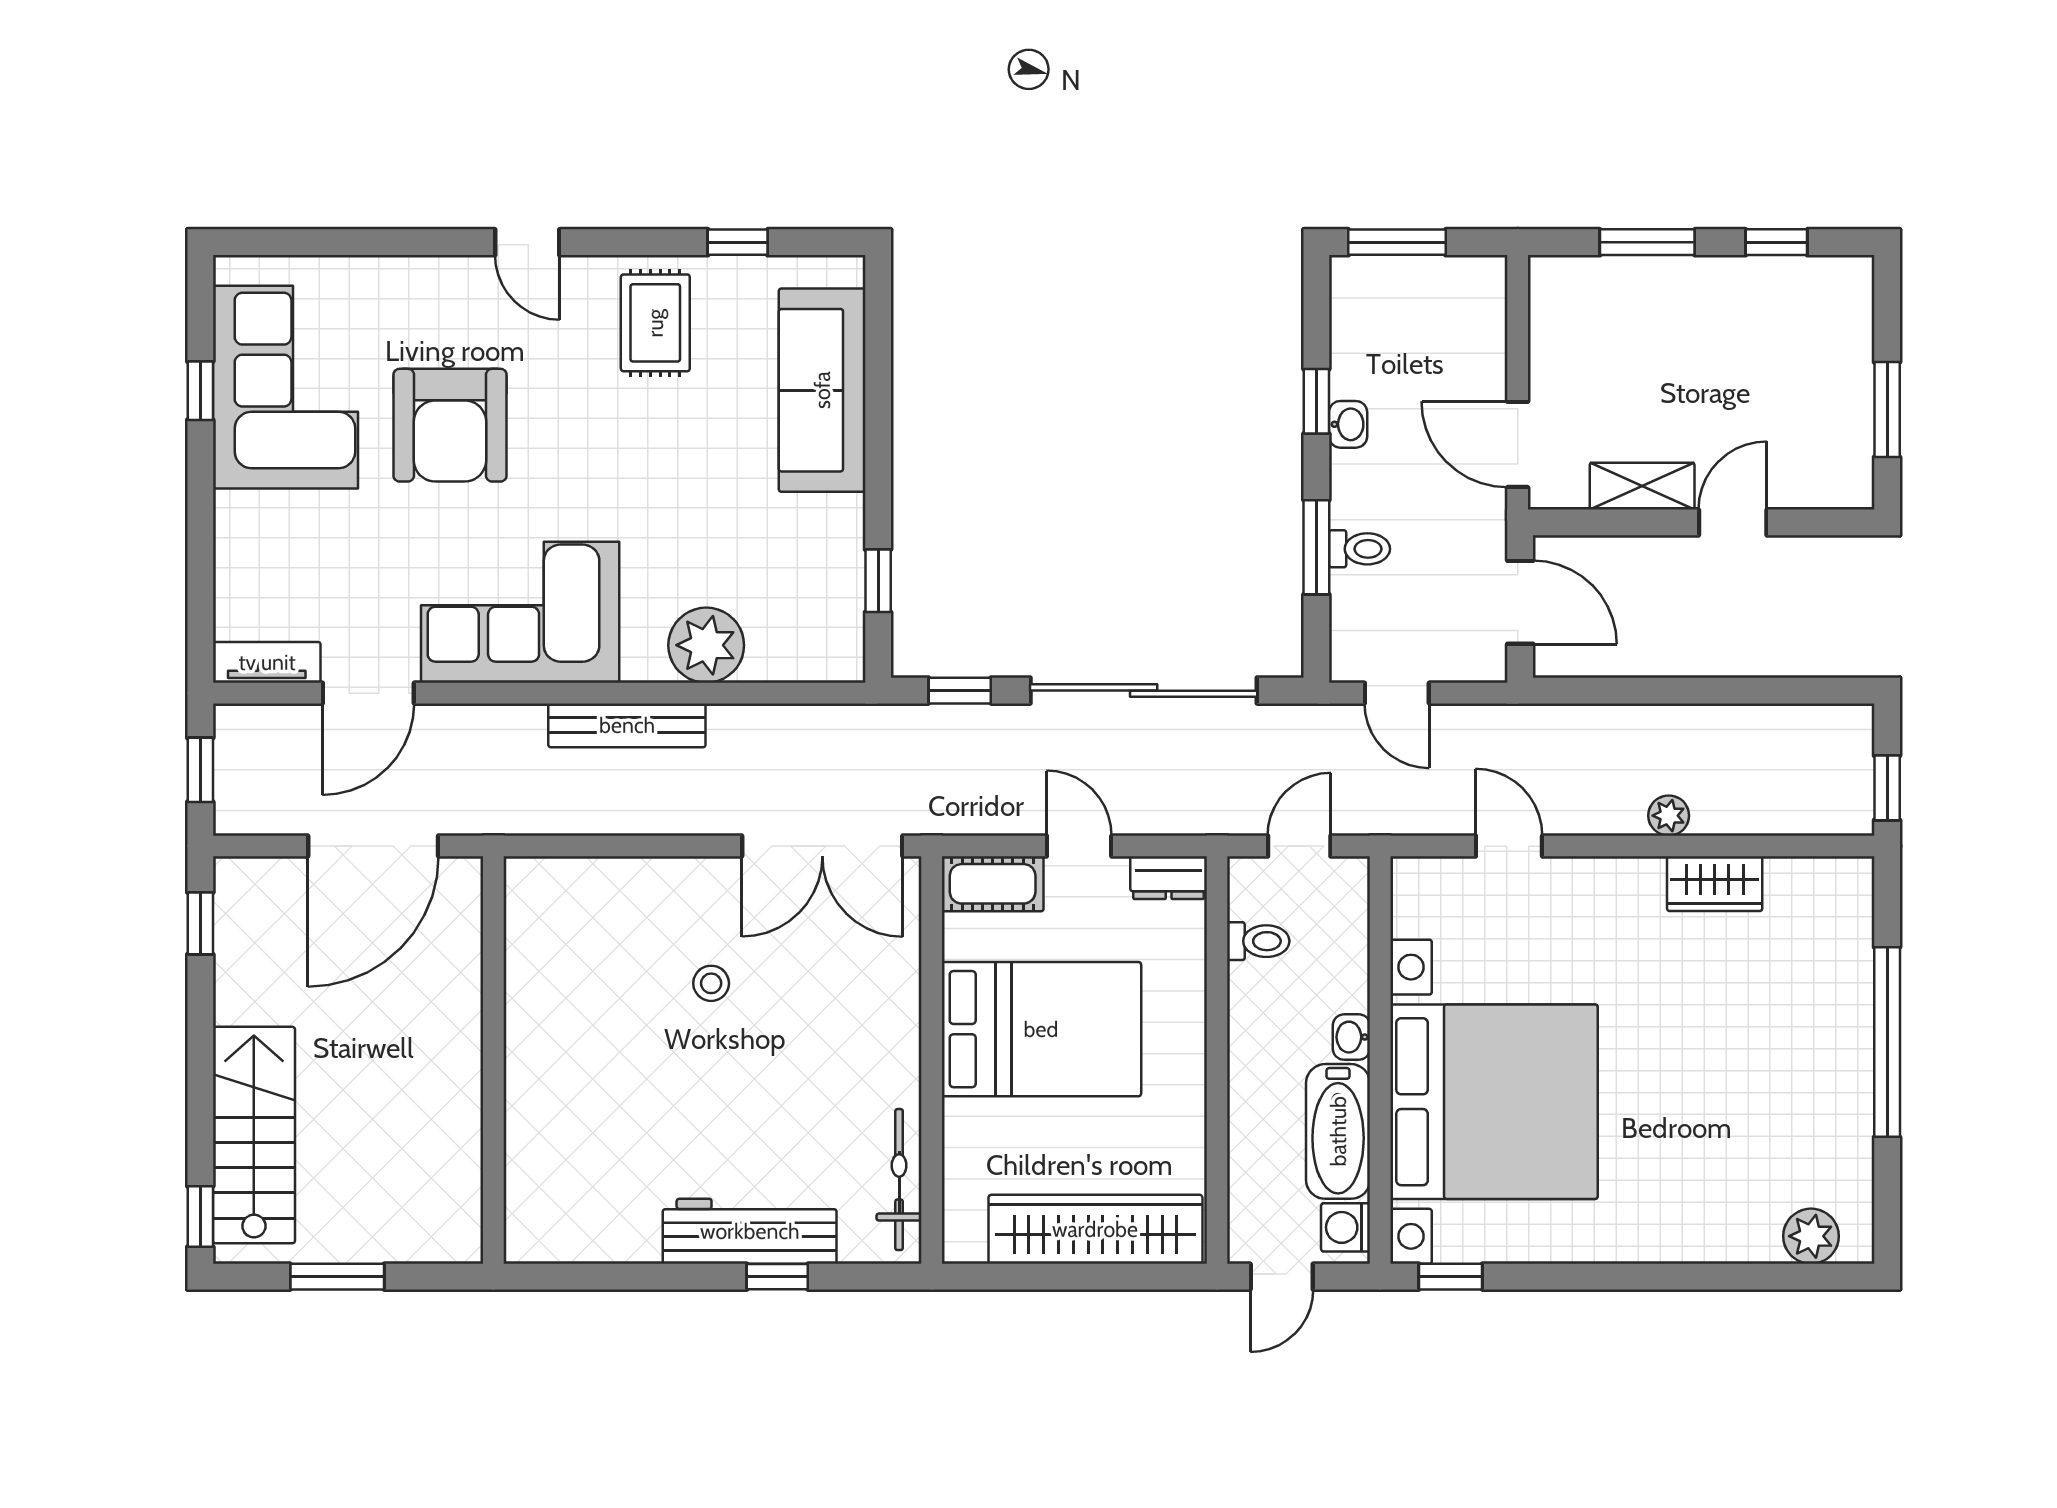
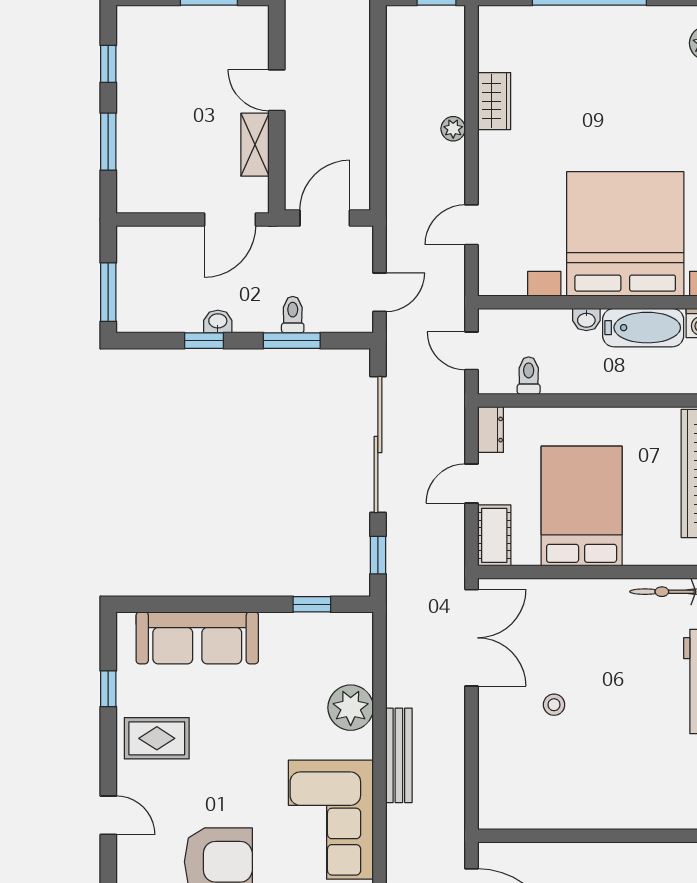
door: (527, 242) -> (108, 815), hinge flipped

